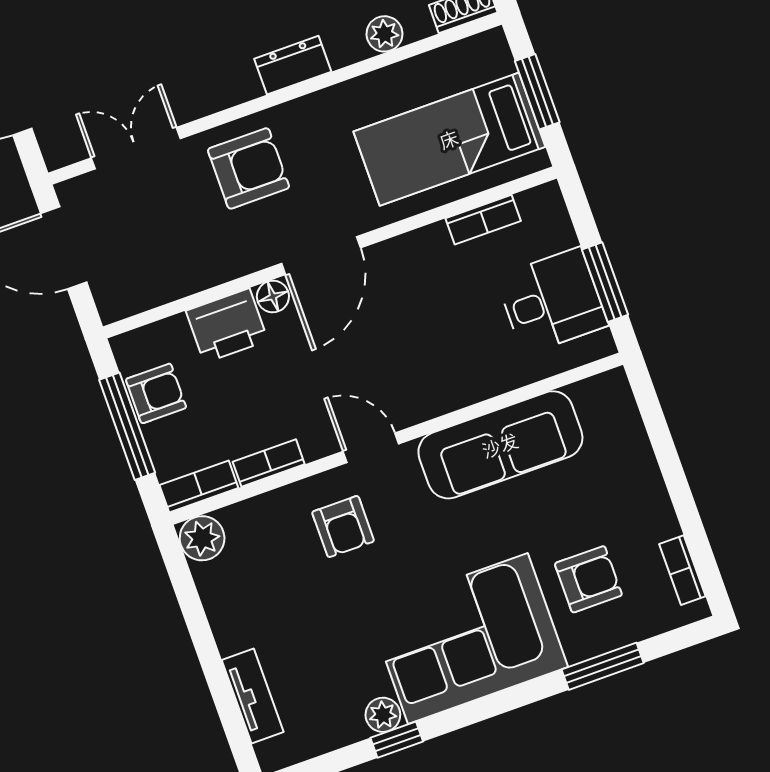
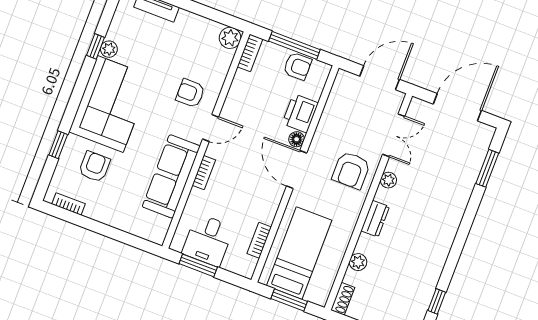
plant: (214, 96) -> (388, 180), added
armchair: (156, 393) -> (297, 66), turned -90
bookcase: (269, 463) -> (204, 173), moved
armchair: (588, 579) -> (94, 167), turned 180
window: (603, 666) -> (58, 145), width x0.67

